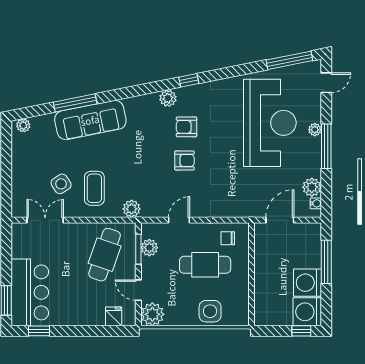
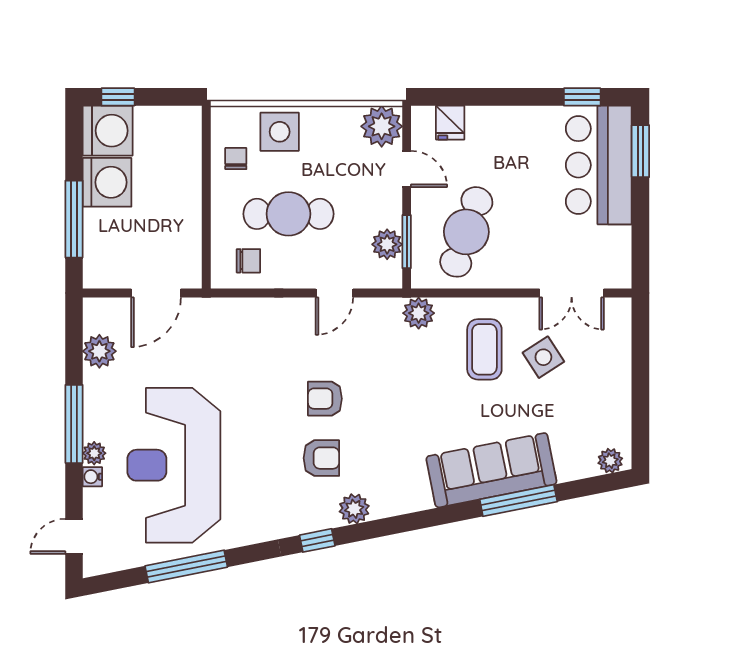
window: (289, 60) -> (186, 567), moved
water cooler: (316, 203) -> (92, 477), moved
chair: (235, 296) -> (236, 159), added

